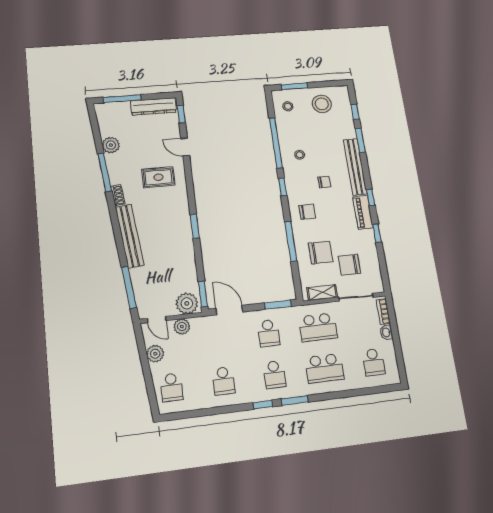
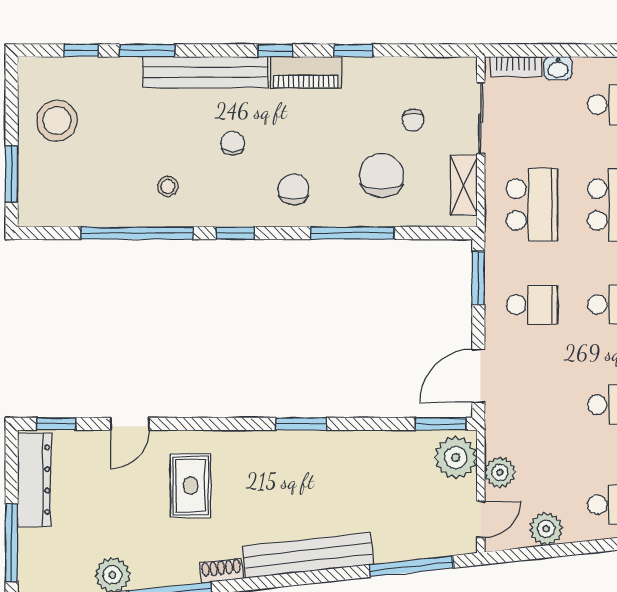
stool: (288, 106) -> (57, 195), removed
chair: (349, 265) -> (413, 120), width x0.54, depth x0.54

